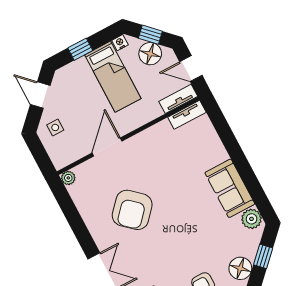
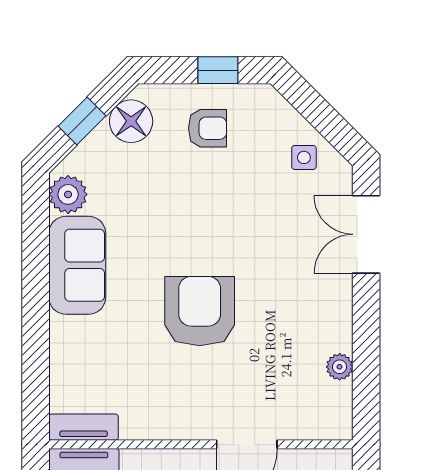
plant: (68, 178) -> (340, 367), moved
armchair: (132, 210) -> (200, 311), moved, turned -42

